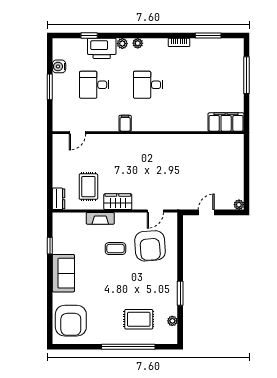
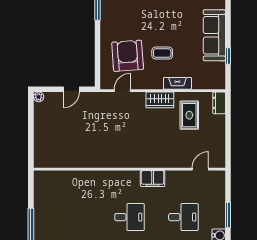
filing cabinet: (226, 122) -> (51, 180), removed
filing cabinet: (125, 123) -> (153, 179), width x2.00
sofa: (63, 273) -> (214, 35), width x1.36

